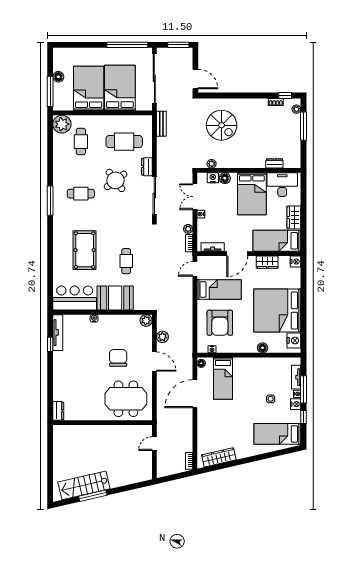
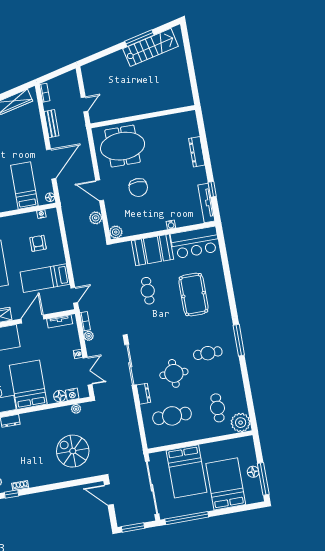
bed: (89, 88) -> (226, 484), moved, turned 180
window: (50, 91) -> (263, 479), moved
bench: (161, 124) -> (52, 124), moved
round table: (116, 180) -> (174, 373), turned 37
armchair: (220, 323) -> (38, 243), width x0.53, depth x0.53
dresser: (58, 411) -> (197, 152), moved, width x1.44

